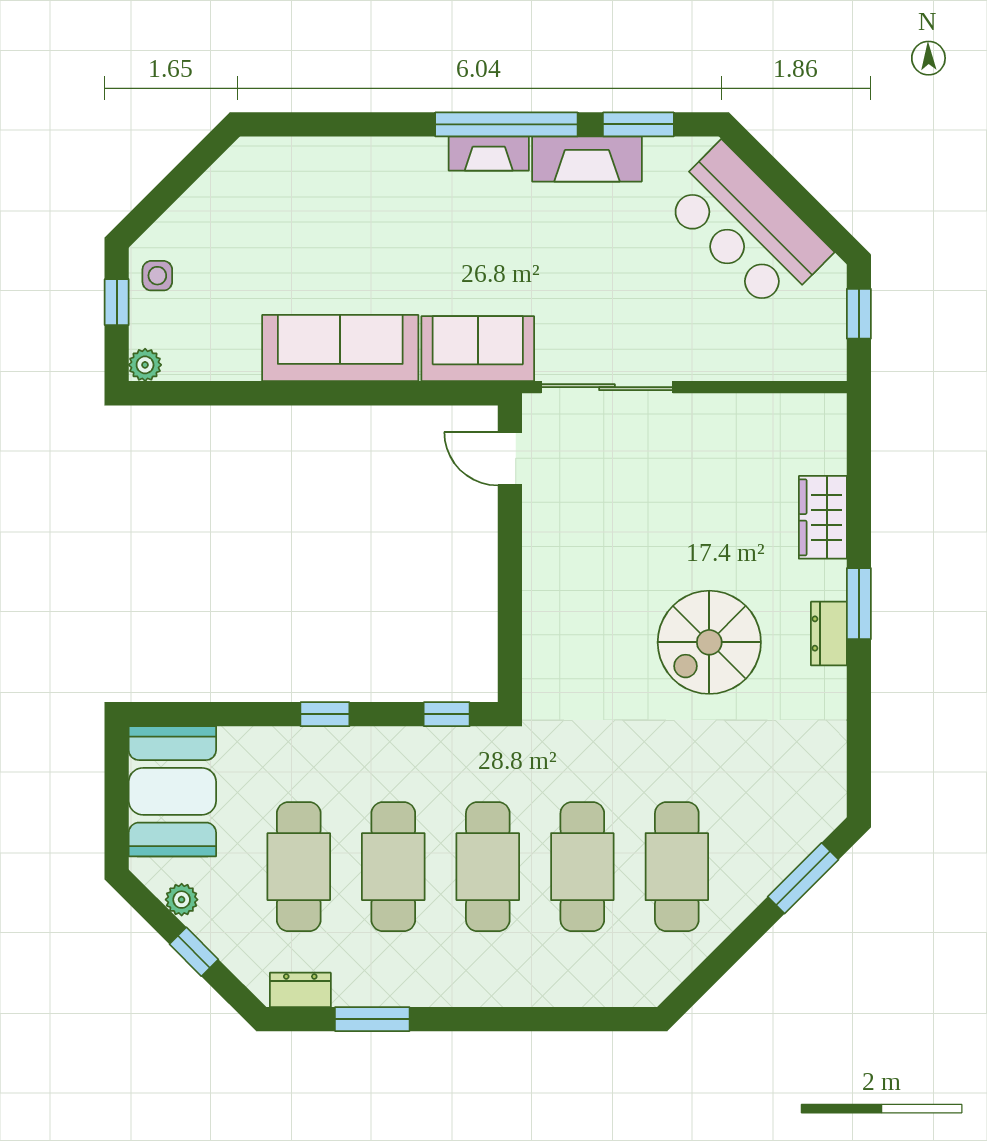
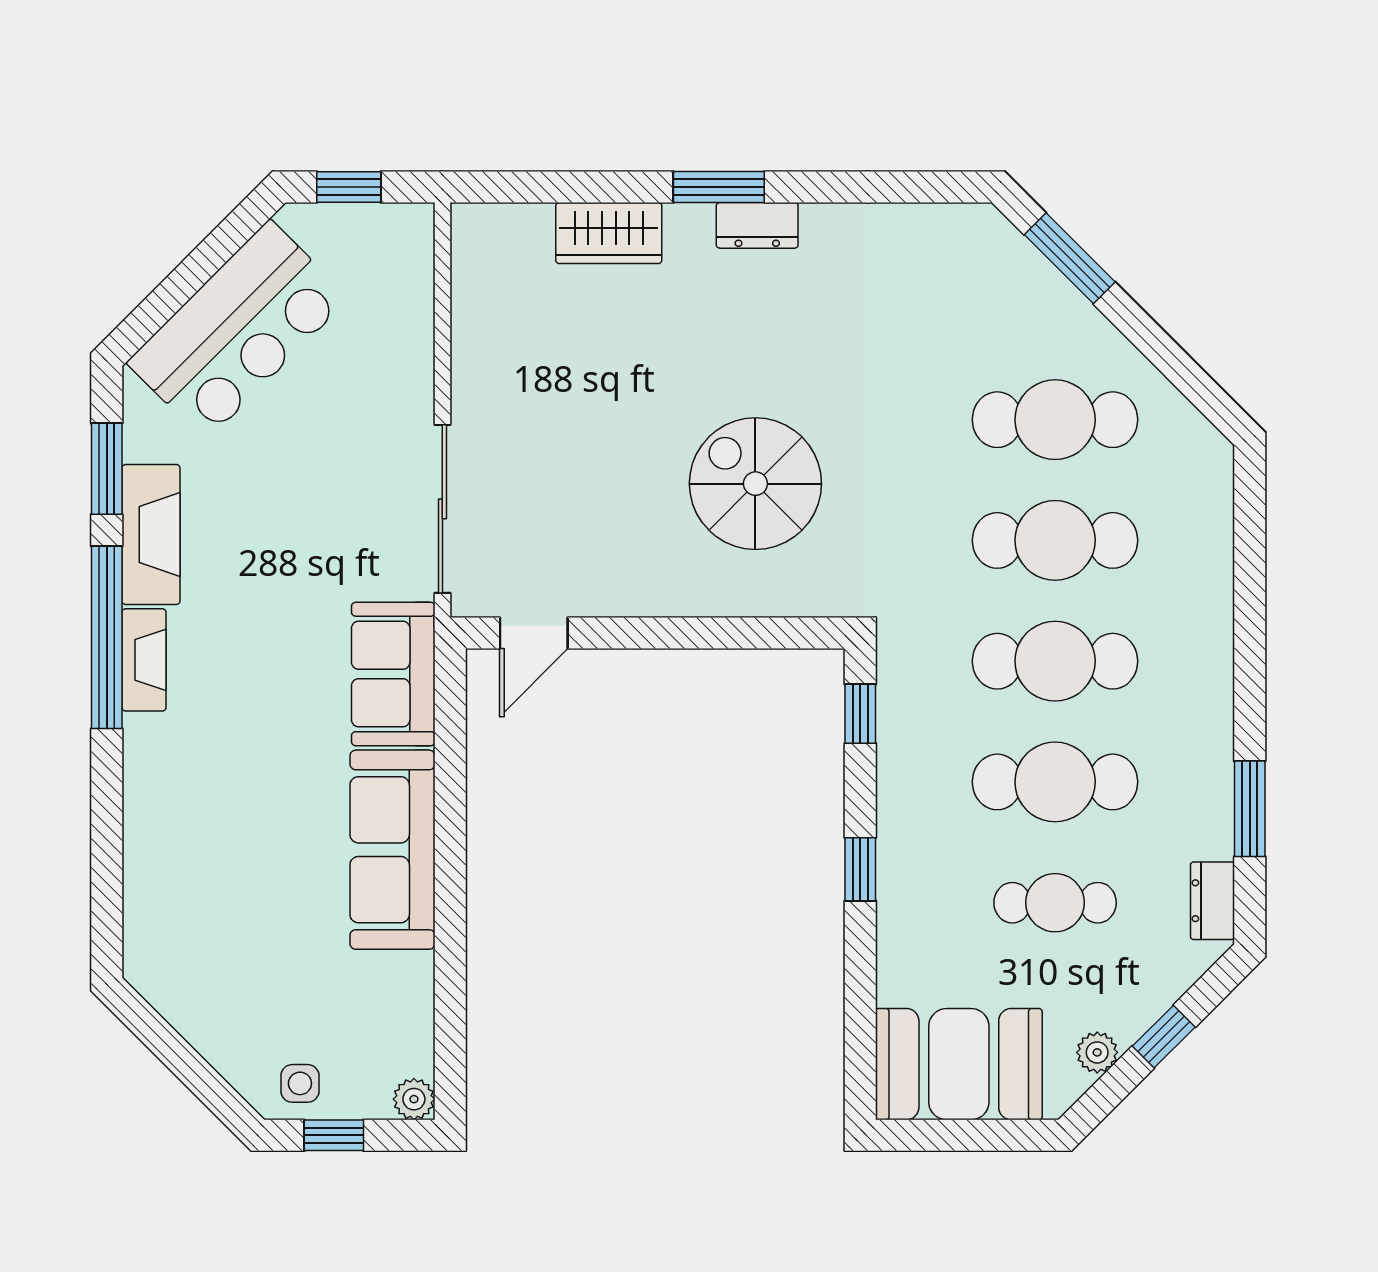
spiral stairs: (709, 642) -> (755, 484), moved, turned 180
cafe table: (299, 867) -> (1055, 903), width x0.73, depth x0.74

